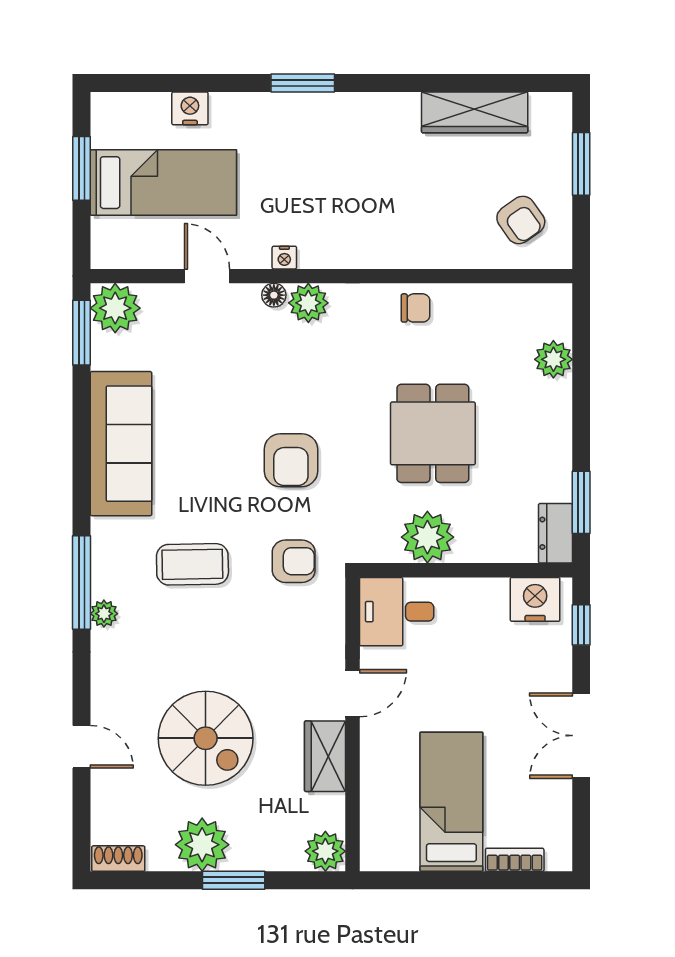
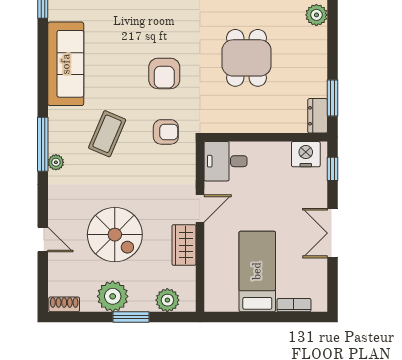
plant: (427, 537) -> (243, 118), removed
coffee table: (192, 564) -> (107, 134), turned -66
plant: (325, 851) -> (167, 300), moved

